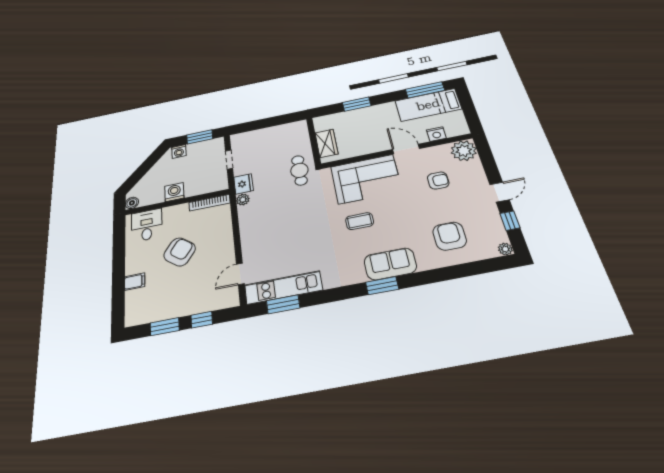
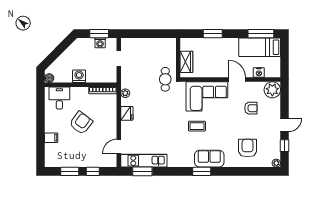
washing machine: (179, 151) -> (100, 43), moved
fridge: (243, 184) -> (127, 113), moved

